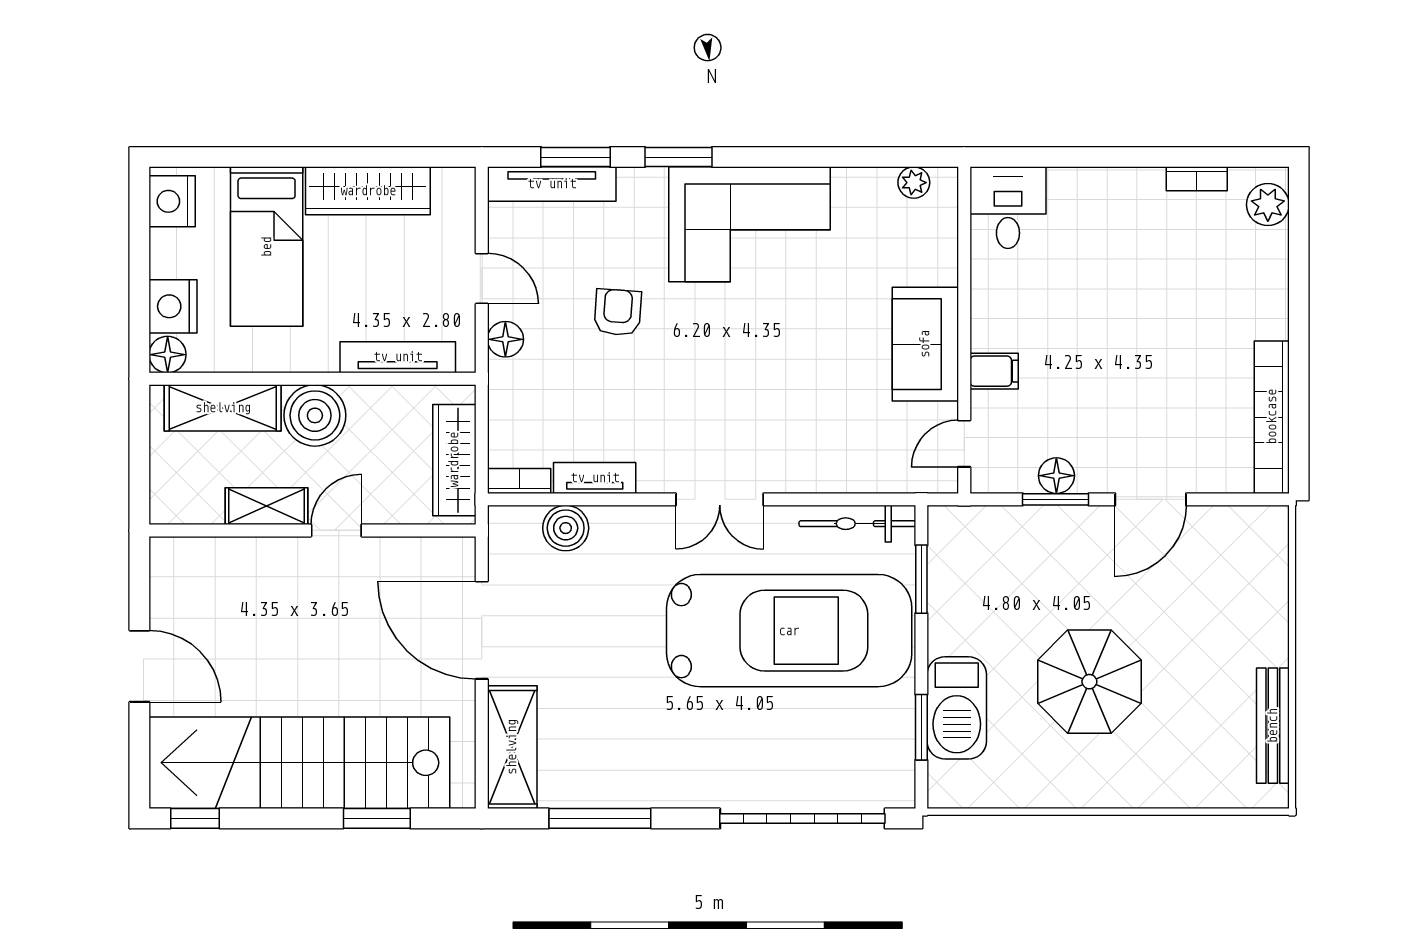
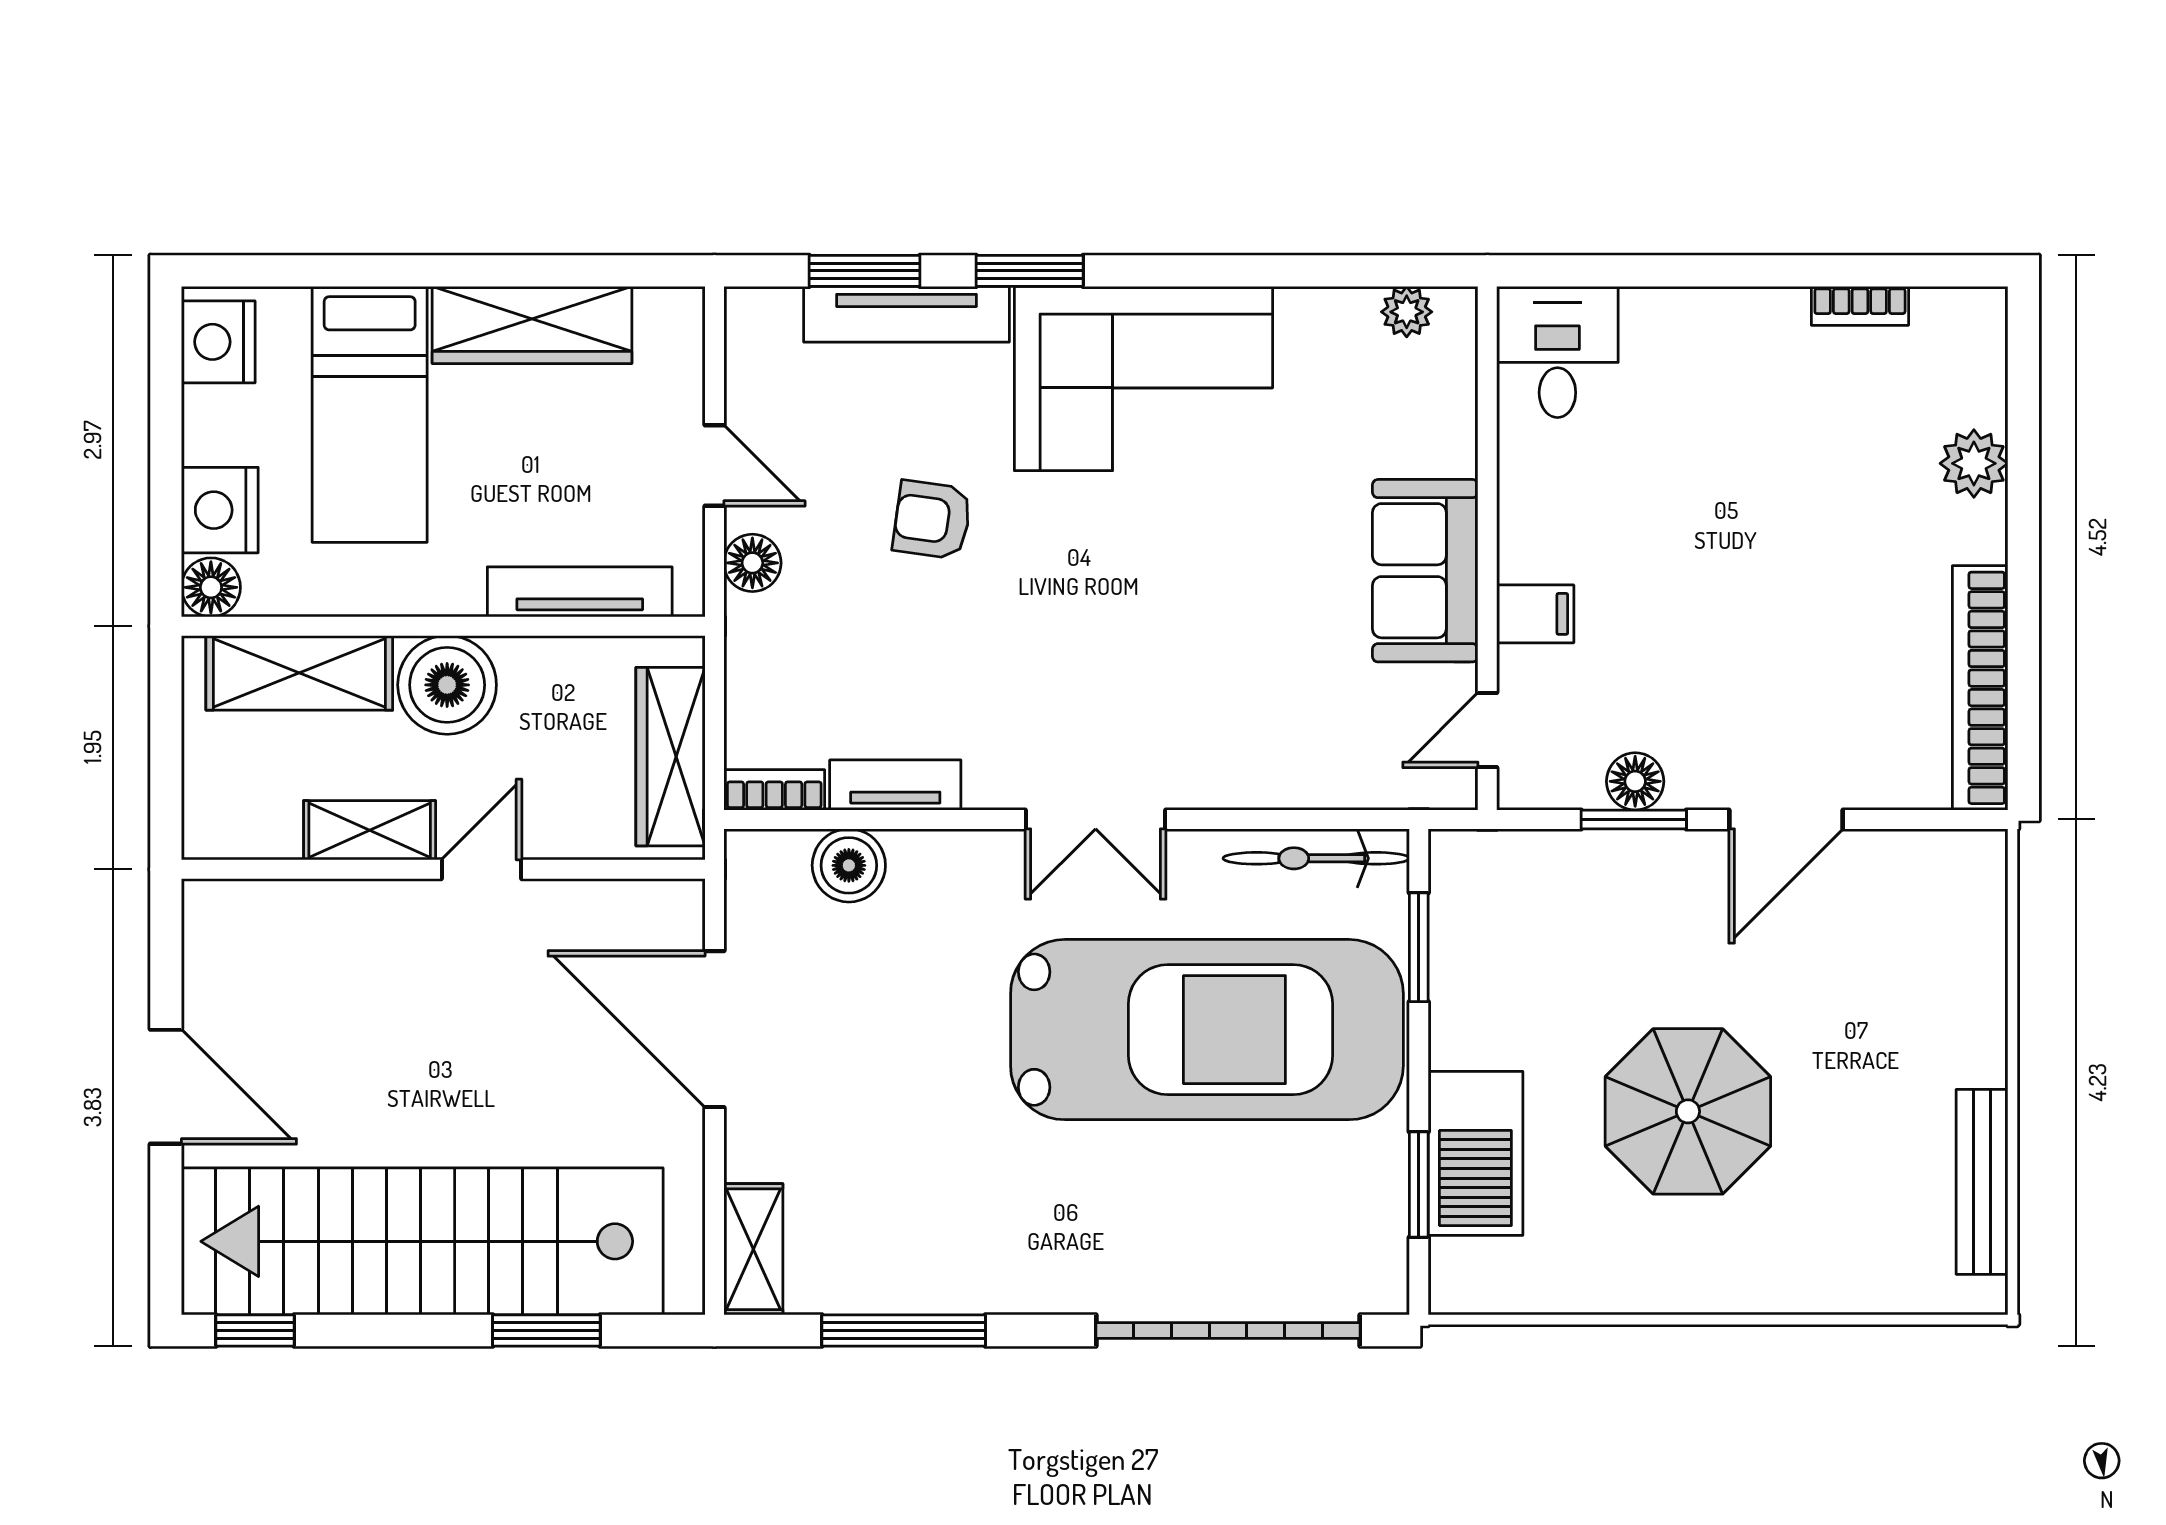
tv unit: (552, 184) -> (906, 314), moved
plant: (1268, 205) -> (1974, 463), moved
armchair: (618, 312) -> (932, 520), turned -86
shelving: (512, 747) -> (753, 1249), width x0.67, depth x0.75

